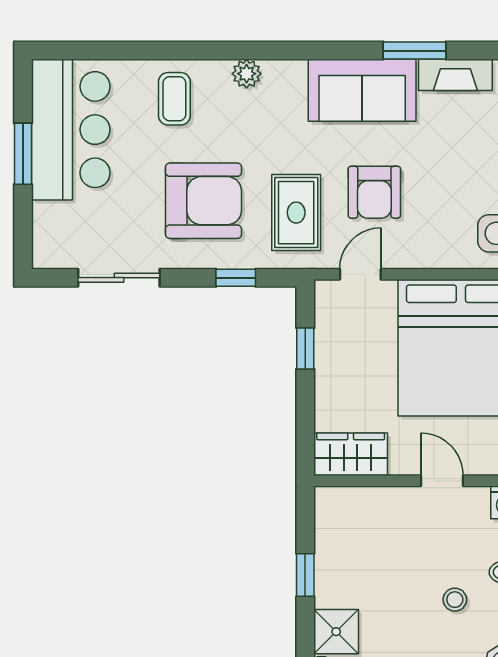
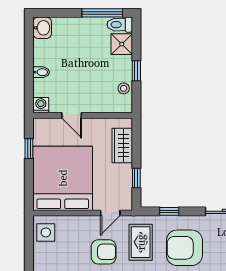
armchair: (374, 192) -> (104, 252), turned 90
wardrobe: (351, 454) -> (122, 145), moved, turned 90
stool: (455, 600) -> (124, 88), moved

